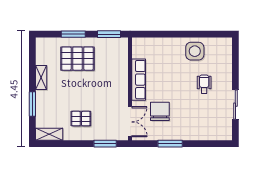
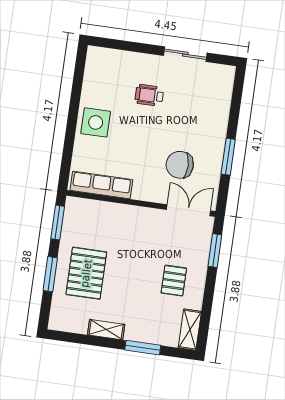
side table: (195, 51) -> (96, 122), moved
row of seats: (139, 80) -> (101, 185), moved

